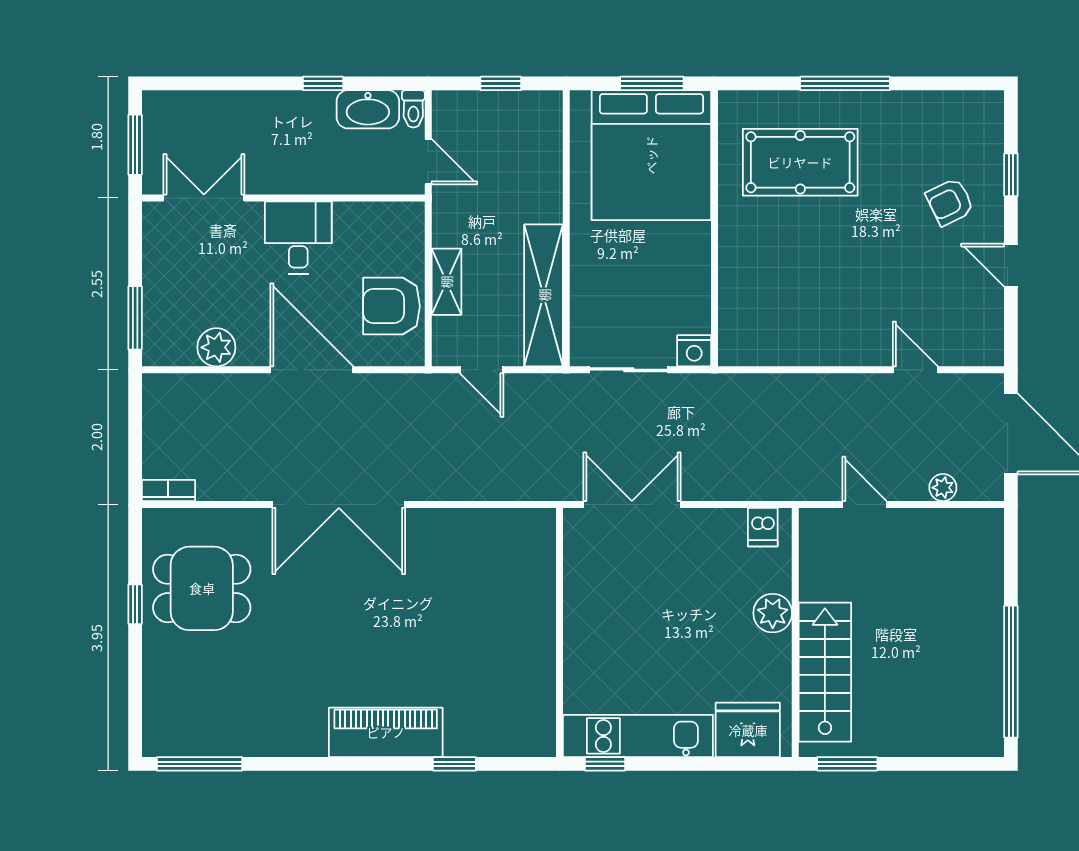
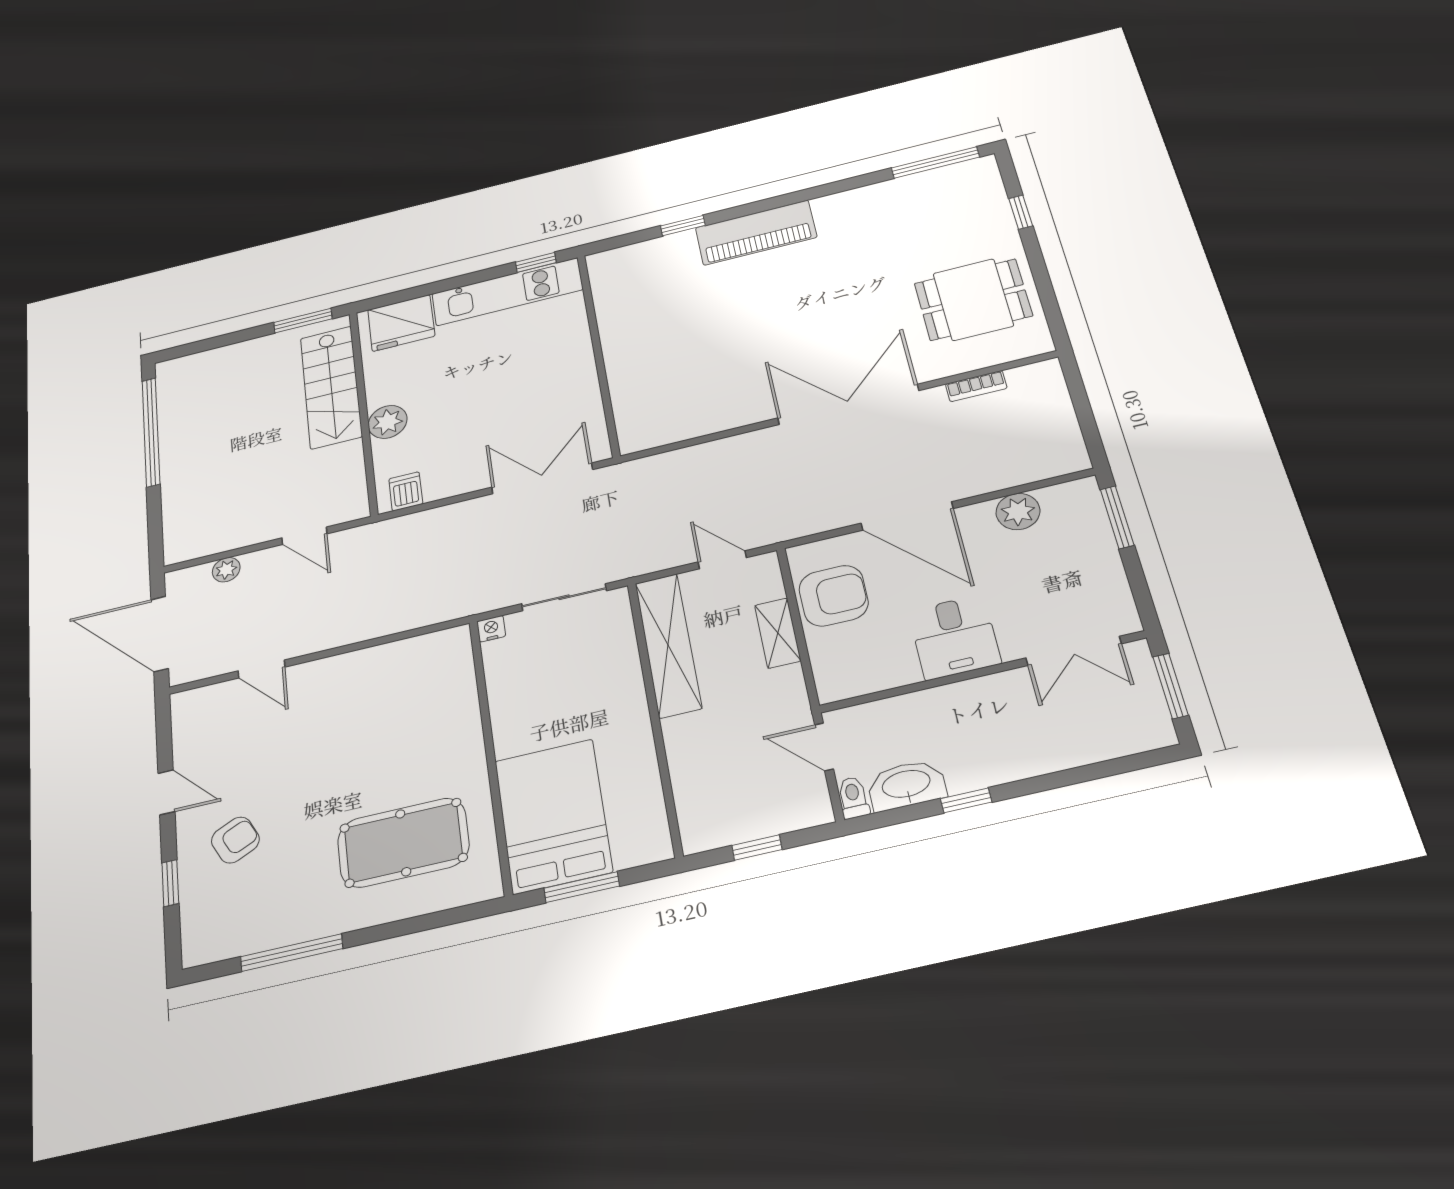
window: (845, 83) -> (292, 953), moved
bed: (651, 155) -> (553, 816), width x0.73
nightstand: (694, 351) -> (491, 629), width x0.72, depth x0.74
bookcase: (168, 490) -> (976, 386), moved
double door: (632, 504) -> (542, 478), swing flipped
window: (135, 604) -> (1021, 212), moved

